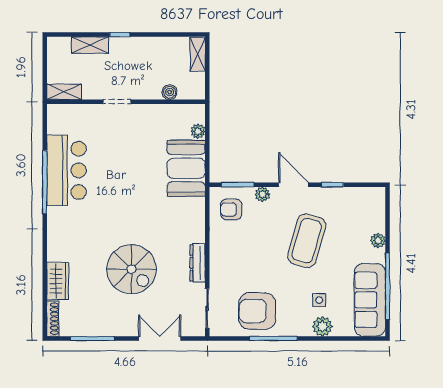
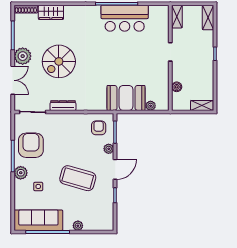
shelving: (90, 45) -> (208, 18), moved
plant: (123, 324) -> (23, 56), added
plant: (322, 326) -> (21, 173), moved

